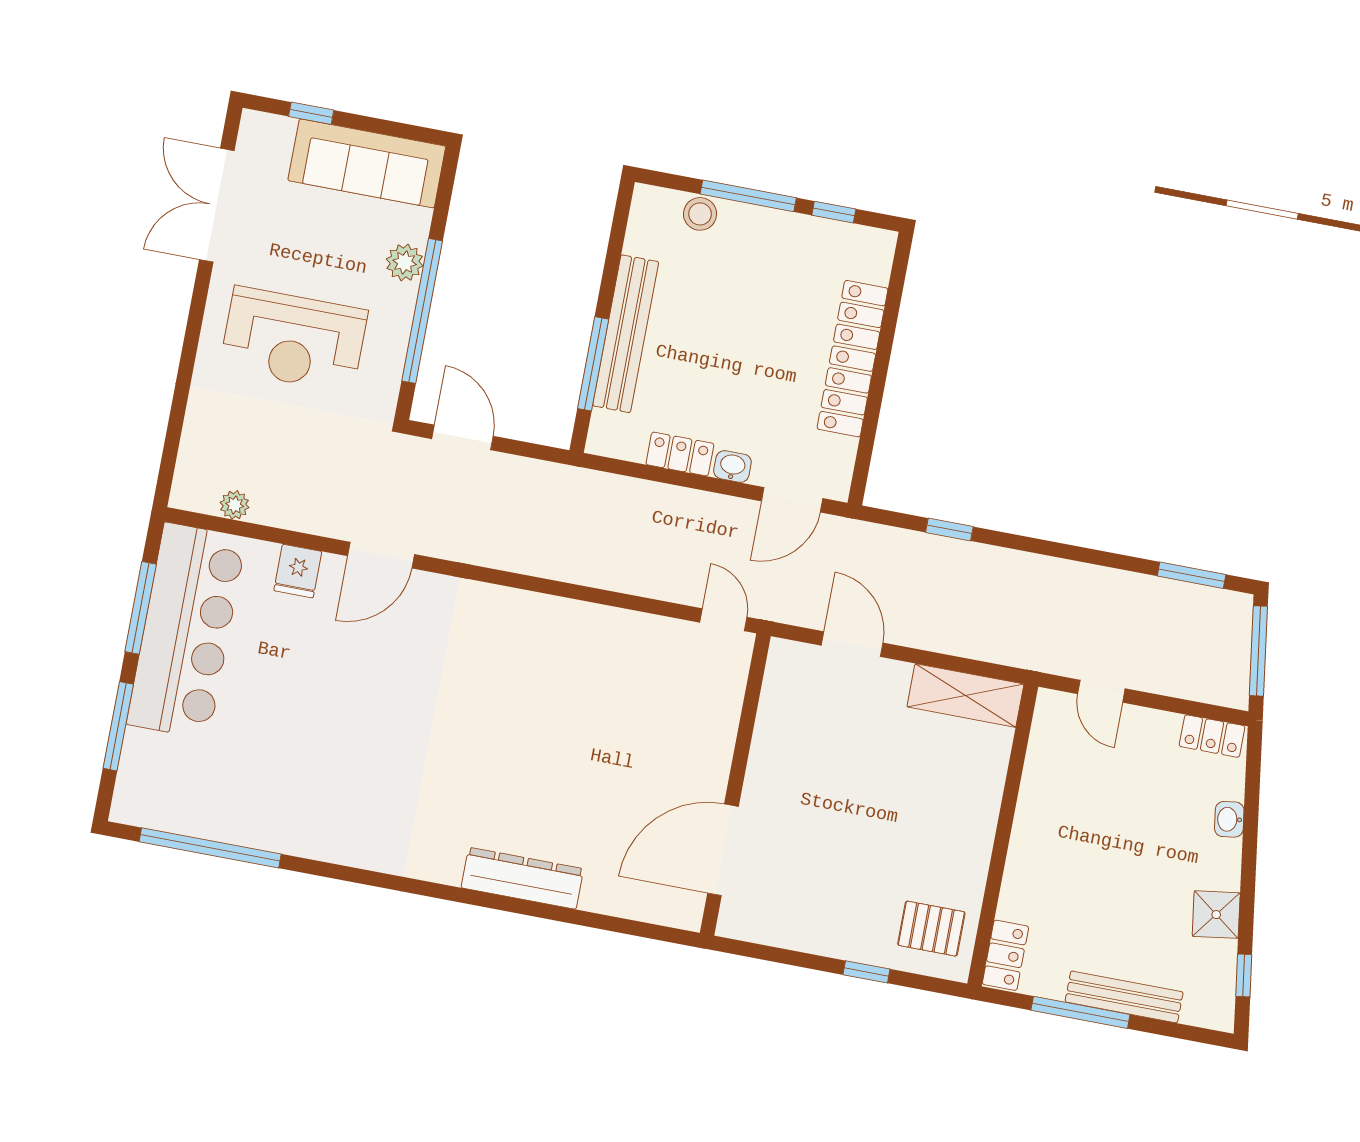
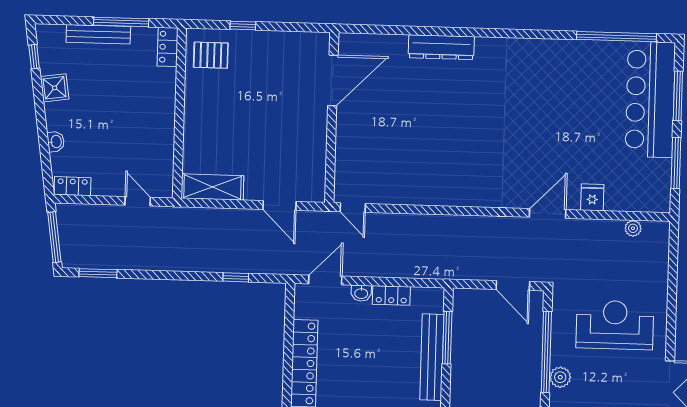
bar counter: (186, 631) -> (650, 99), moved

